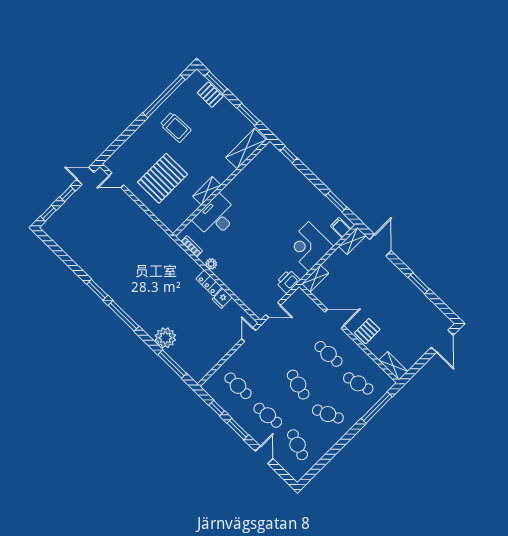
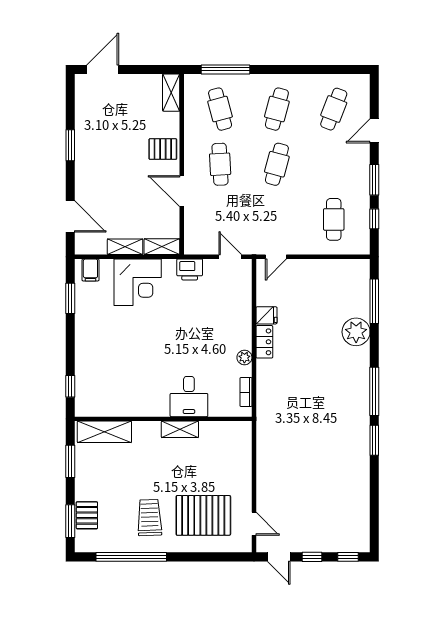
pallet: (162, 178) -> (203, 515), moved
desk: (216, 217) -> (189, 397), width x0.73
shelving: (352, 241) -> (125, 247), moved
door: (380, 245) -> (70, 216), swing flipped
cafe table: (328, 414) -> (277, 109), turned 39
cafe table: (268, 415) -> (334, 164), removed

